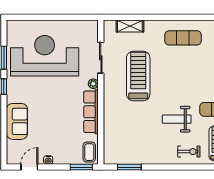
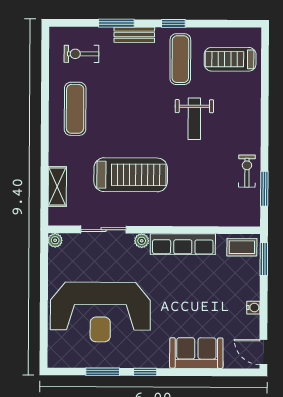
plant: (93, 25) -> (55, 240), added
reception desk: (45, 56) -> (100, 312), turned -90
treadmill: (138, 76) -> (131, 175), turned 180
exercise bike: (189, 152) -> (247, 171), moved
door: (29, 167) -> (263, 352), moved

